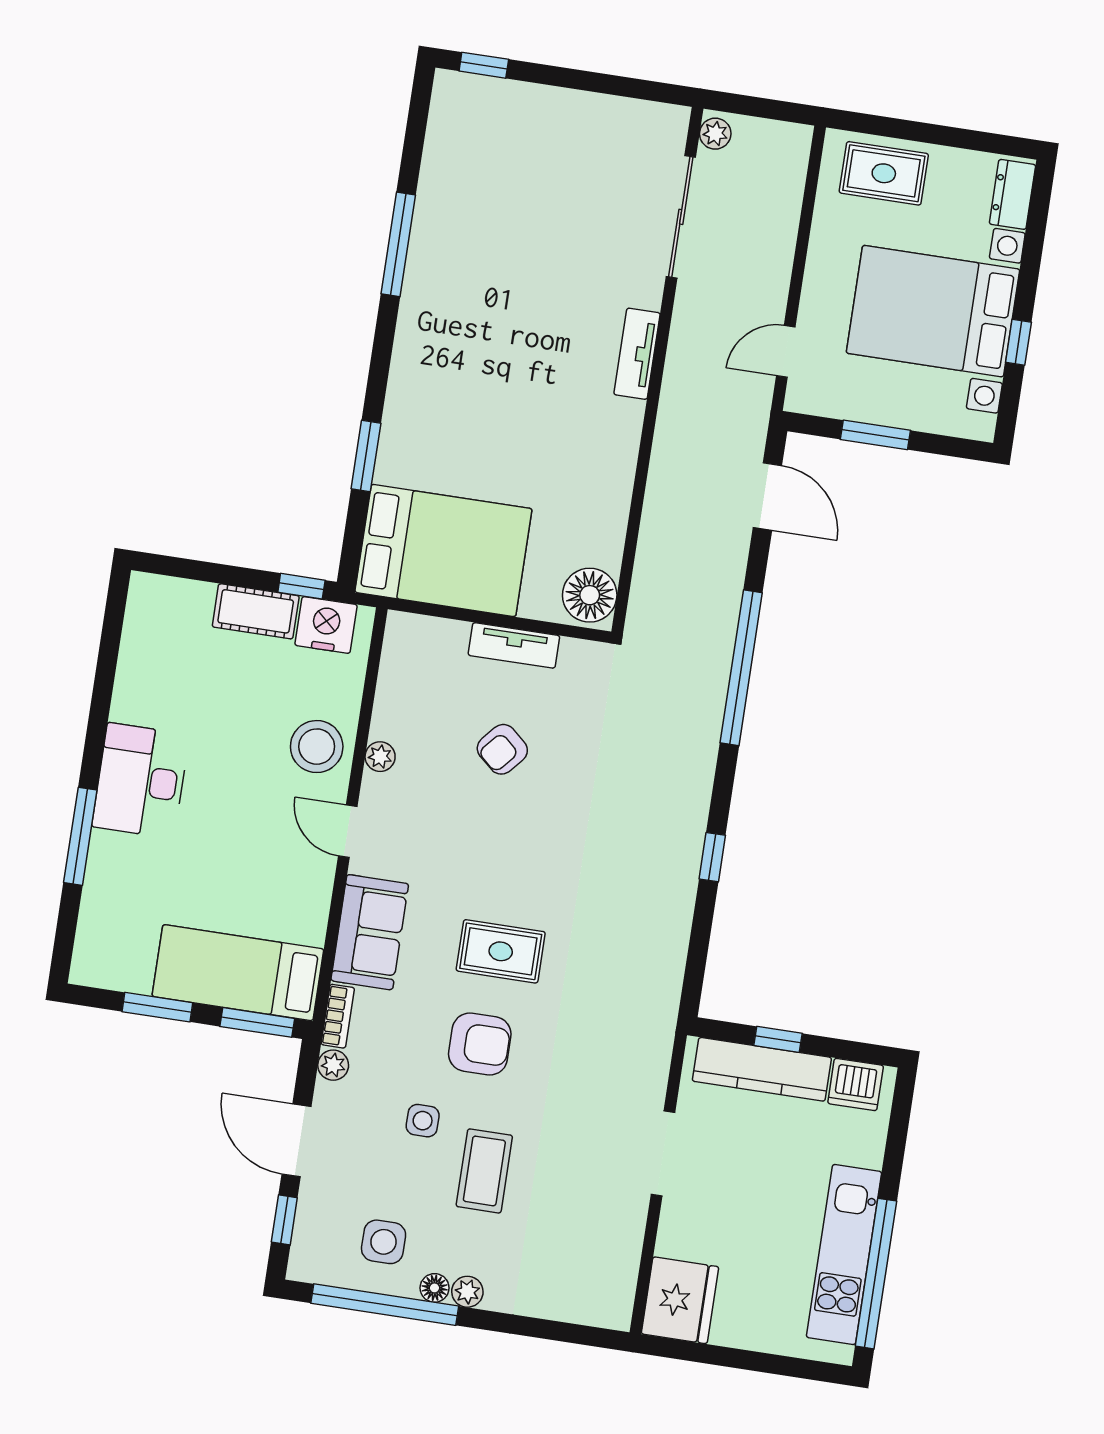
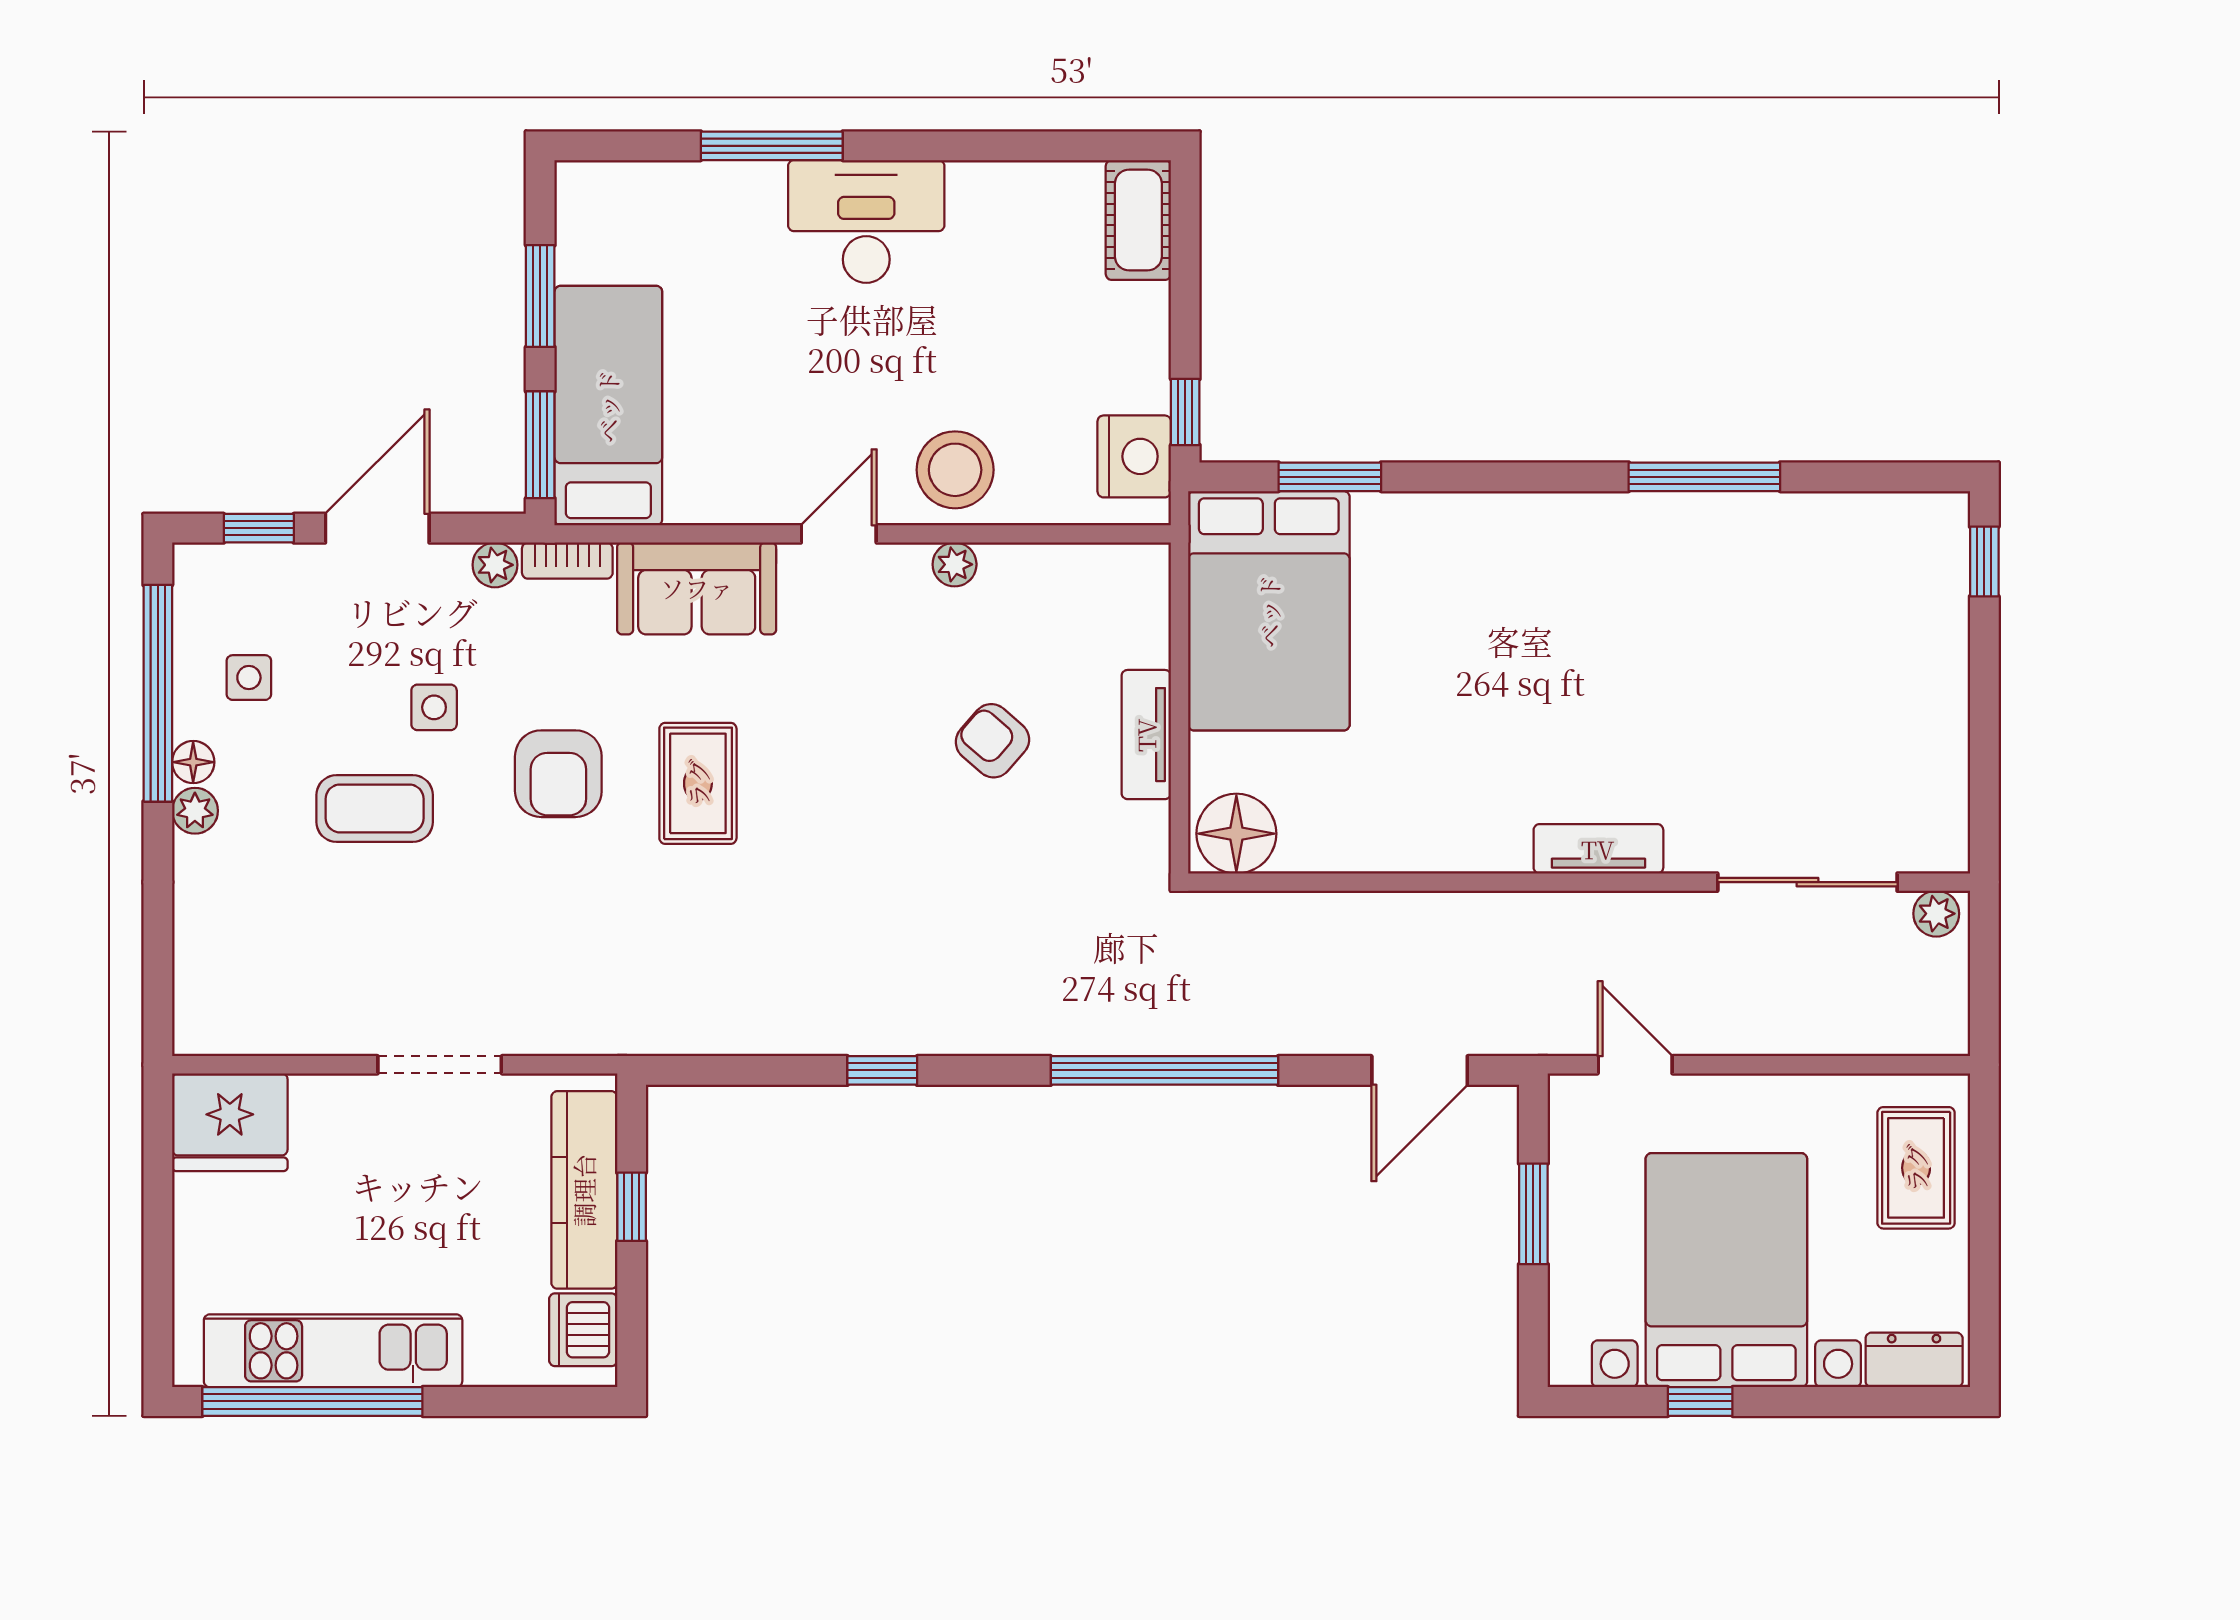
window: (366, 456) -> (1330, 477), moved
cot: (256, 611) -> (1138, 220), moved
side table: (384, 1242) -> (249, 678), width x0.73, depth x0.73

